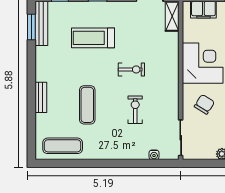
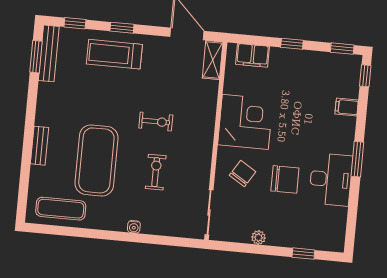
treadmill: (93, 38) -> (114, 54), moved
exercise mat: (87, 105) -> (96, 160), width x2.00, depth x1.45
water cooler: (154, 155) -> (134, 227), moved

